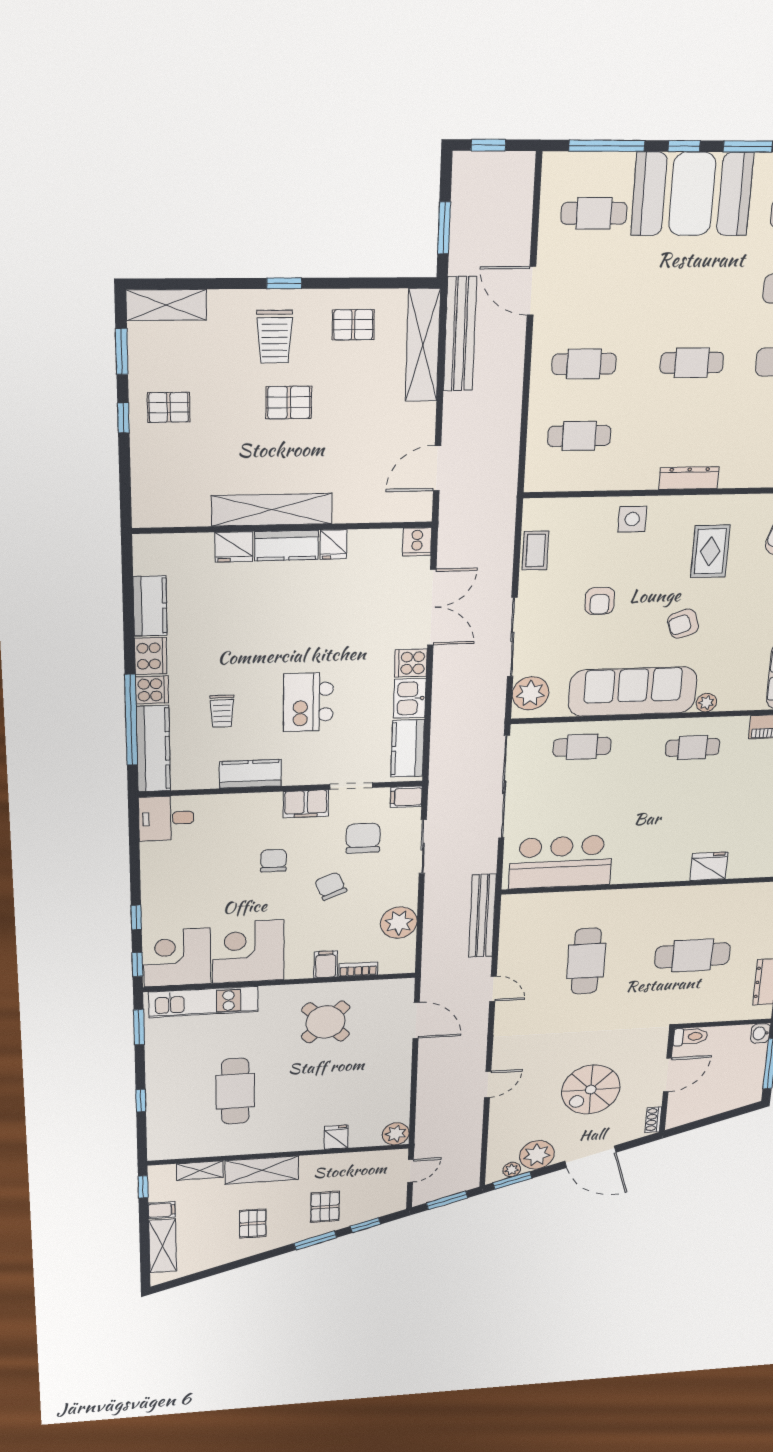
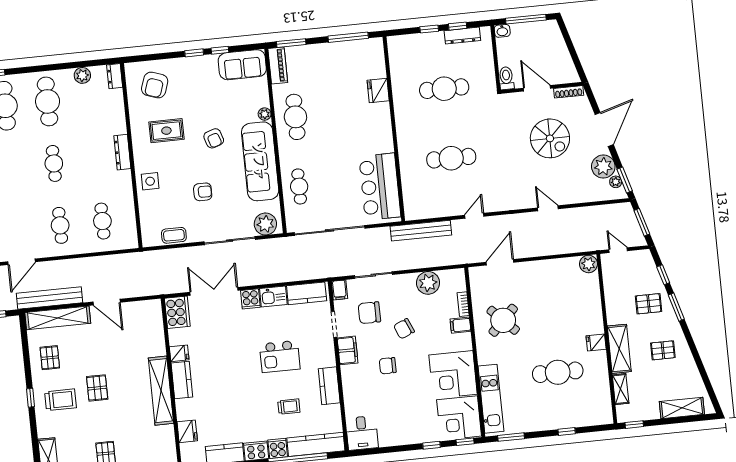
door: (437, 468) -> (107, 302), moved
cooker: (417, 542) -> (177, 312), width x1.87, depth x1.31
fridge: (234, 547) -> (187, 431), moved
cafe table: (693, 747) -> (295, 117), width x1.37, depth x1.35
cafe table: (692, 955) -> (444, 89), turned 90
shoe rack: (653, 1120) -> (569, 92), width x1.43
fridge: (336, 1137) -> (596, 343), moved
filing cabinet: (162, 1210) -> (653, 411), removed

